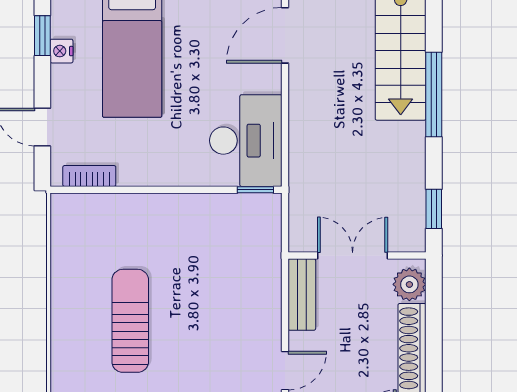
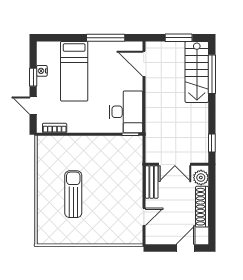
door: (285, 35) -> (144, 64), hinge flipped
window: (42, 36) -> (33, 77), moved
window: (434, 94) -> (212, 74), moved
double door: (353, 255) -> (175, 164), swing flipped

